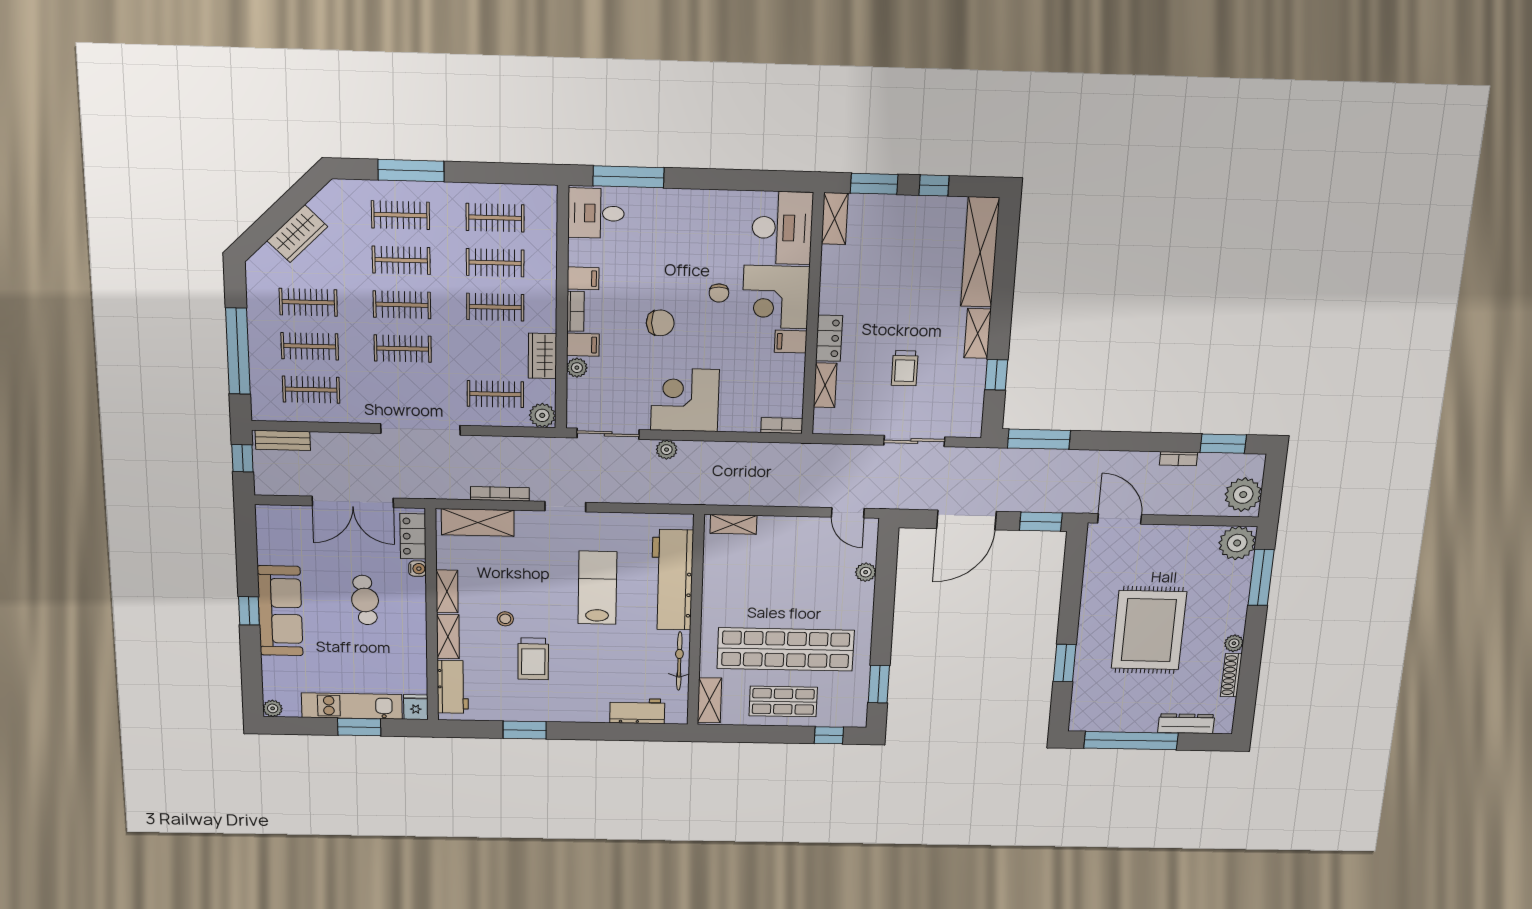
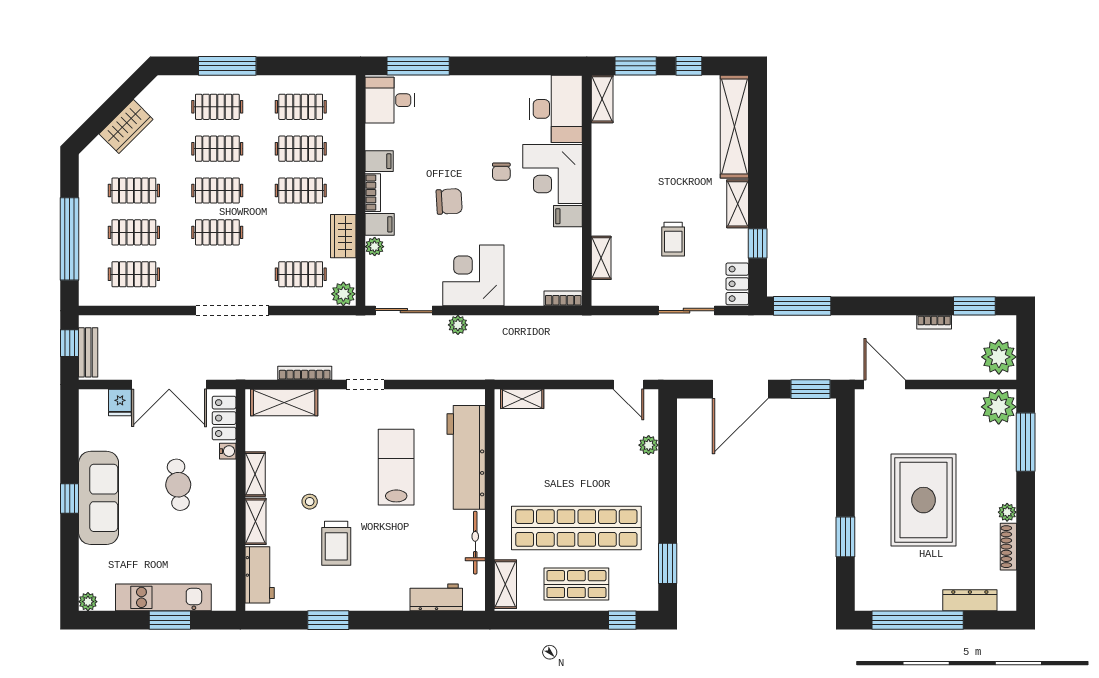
locker: (829, 338) -> (737, 284), moved, turned 180
bench: (283, 440) -> (88, 352), moved, turned 90
fridge: (416, 707) -> (120, 403), moved, turned 180

